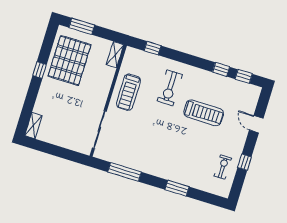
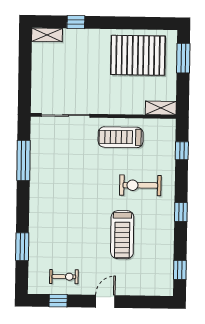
window: (221, 69) -> (181, 212), moved
window: (40, 70) -> (76, 22), moved
door: (256, 124) -> (105, 301), moved
window: (244, 162) -> (58, 301), moved
window: (177, 188) -> (22, 247), moved

